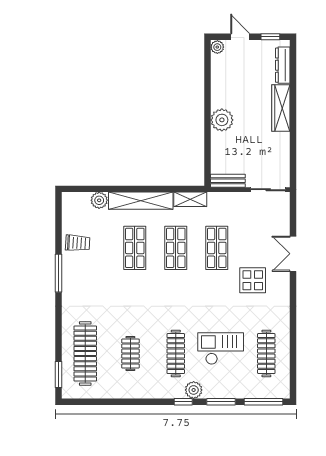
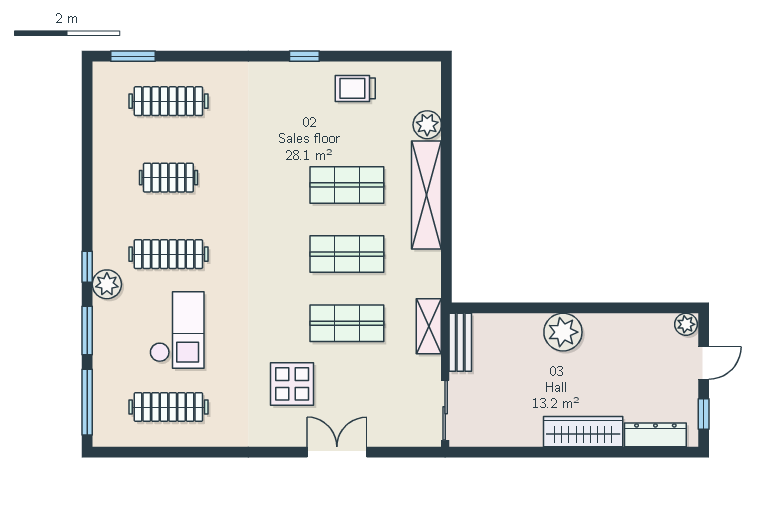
shelving: (190, 199) -> (429, 326), moved
trolley: (78, 243) -> (355, 88), turned 87
window: (58, 273) -> (304, 56), width x0.46
clothes rail: (85, 354) -> (168, 101), width x0.73, depth x0.76

